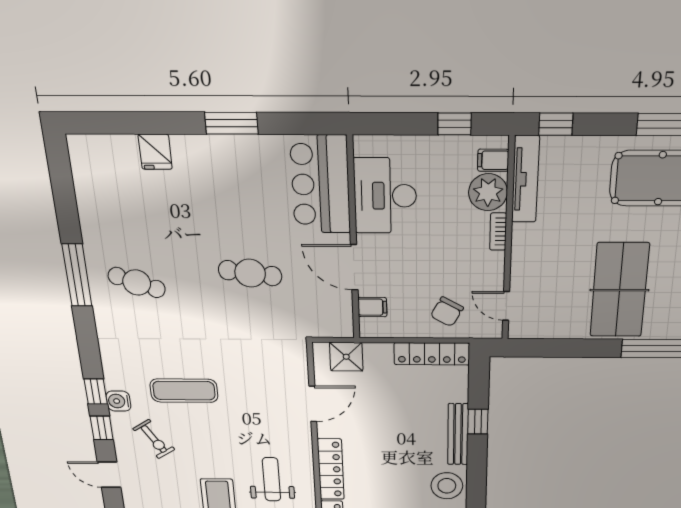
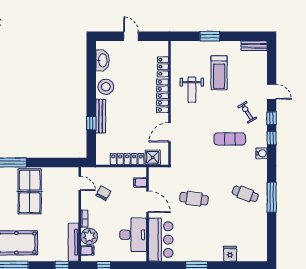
chair: (447, 312) -> (103, 193), moved
locker: (432, 354) -> (127, 159), moved
water cooler: (118, 401) -> (262, 153), moved

